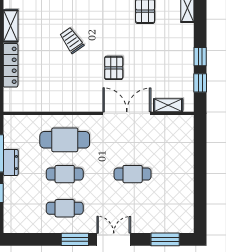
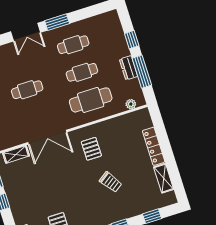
pallet: (114, 68) -> (91, 149), moved
plant: (21, 121) -> (131, 104), added

